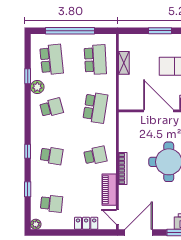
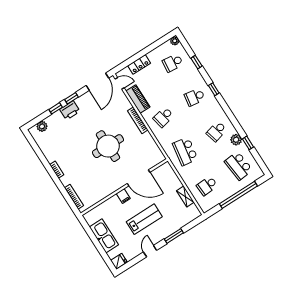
school desk: (95, 60) -> (207, 186), width x0.54

